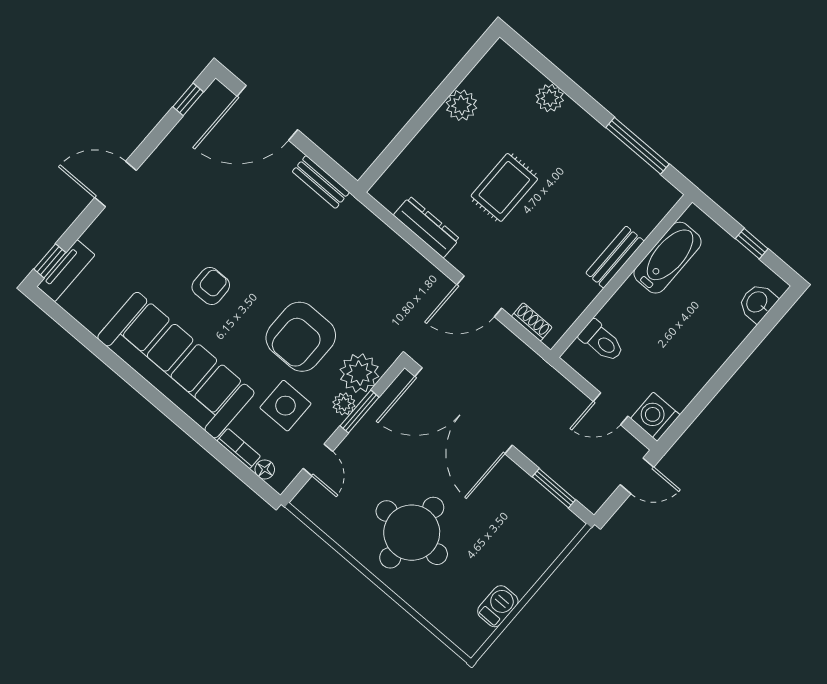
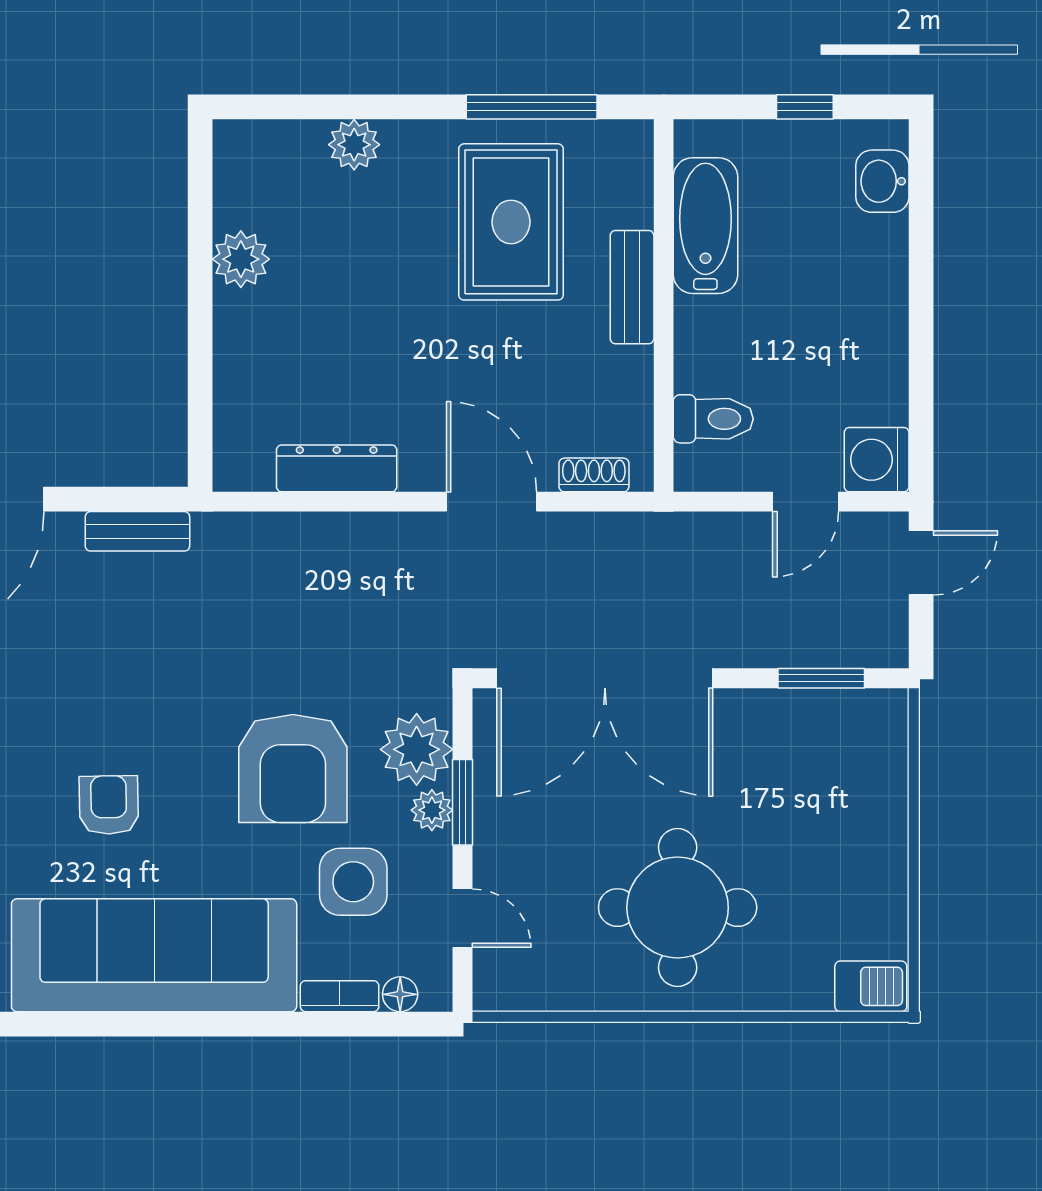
rug: (504, 187) -> (511, 222), moved, width x1.36, depth x1.43
door: (479, 296) -> (492, 502), swing flipped
barbecue: (498, 606) -> (871, 986), moved, turned 90

